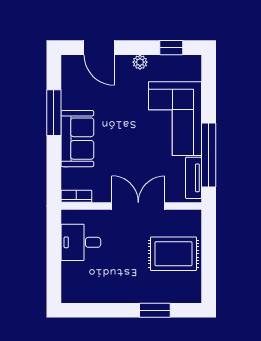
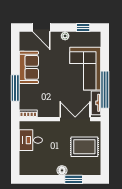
window: (54, 113) -> (15, 88), moved
sofa: (77, 139) -> (29, 67), moved
double door: (138, 206) -> (75, 119), moved
floor lamp: (135, 295) -> (62, 170), added

